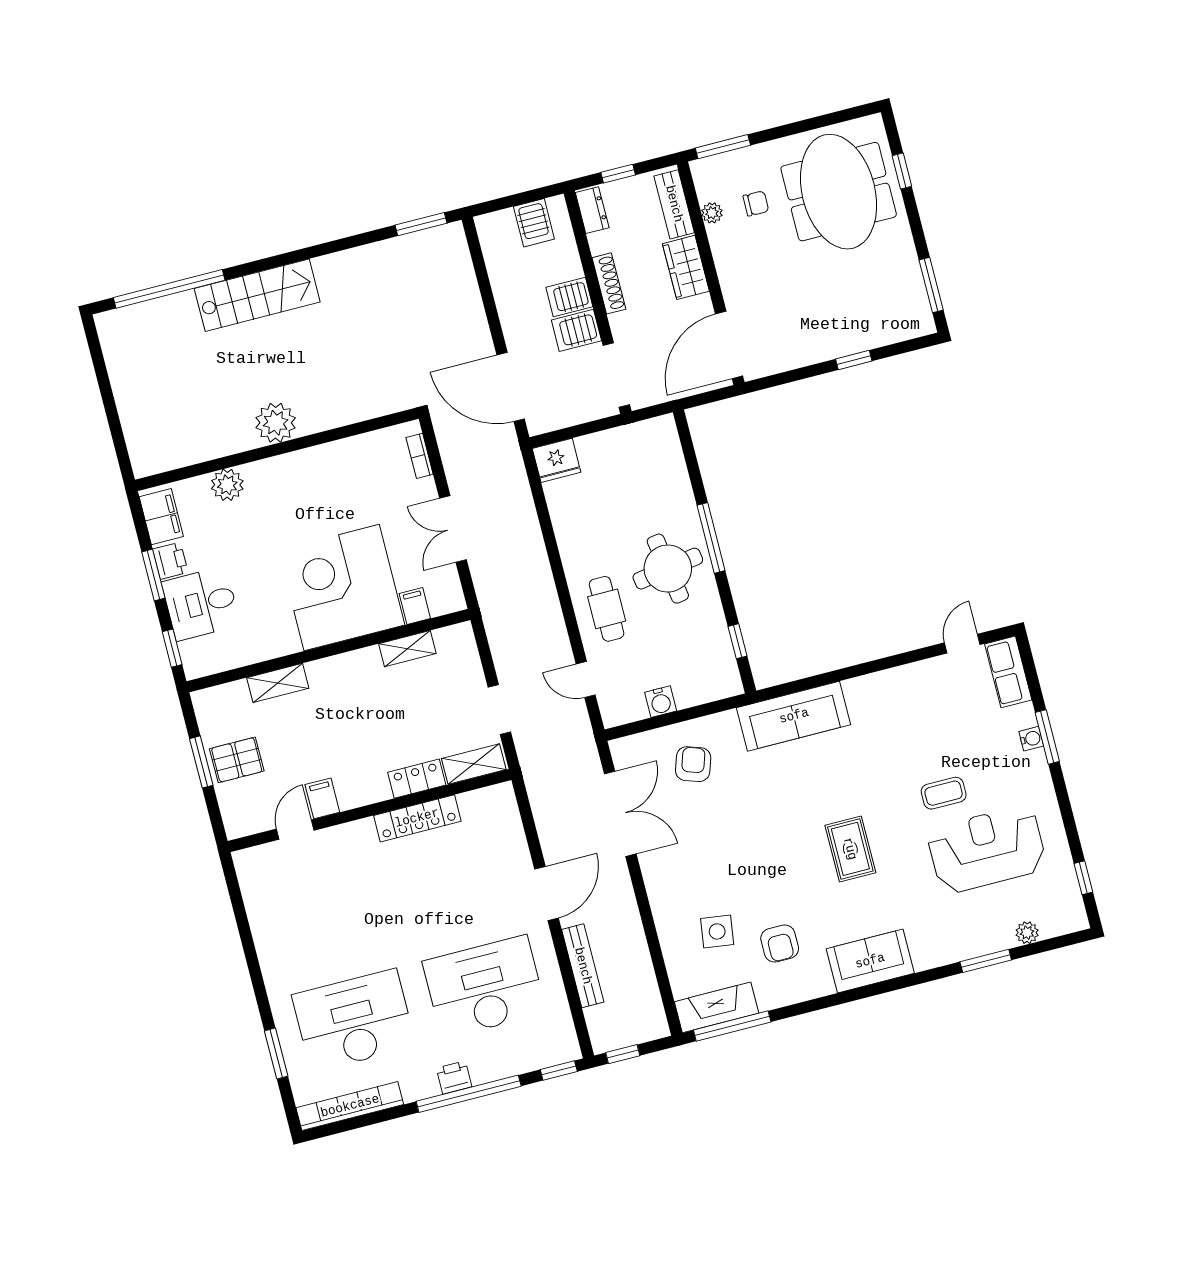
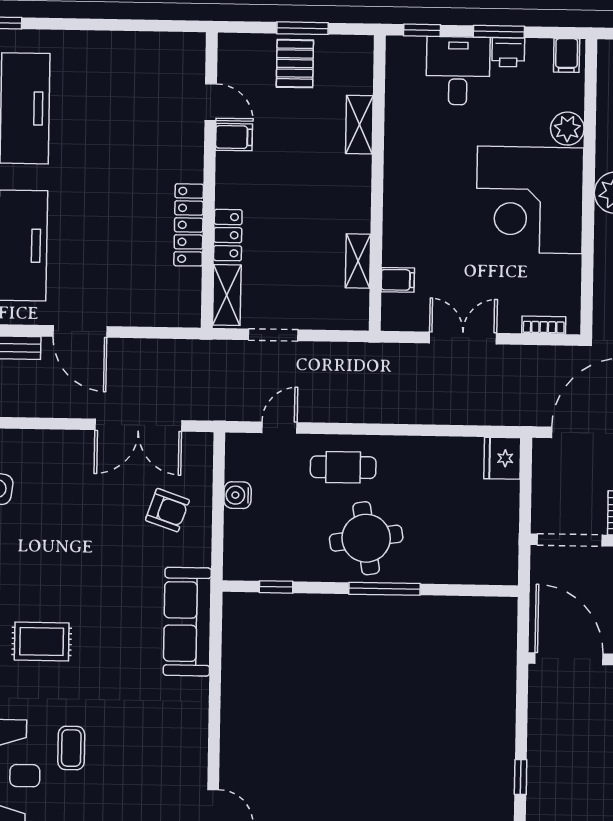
filing cabinet: (161, 517) -> (567, 55), width x0.50
corner desk: (342, 588) -> (530, 200), moved, turned 180

